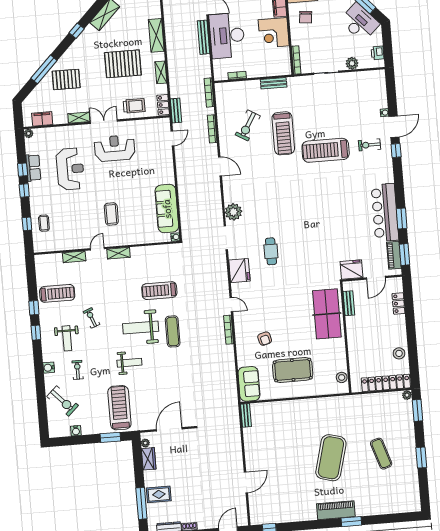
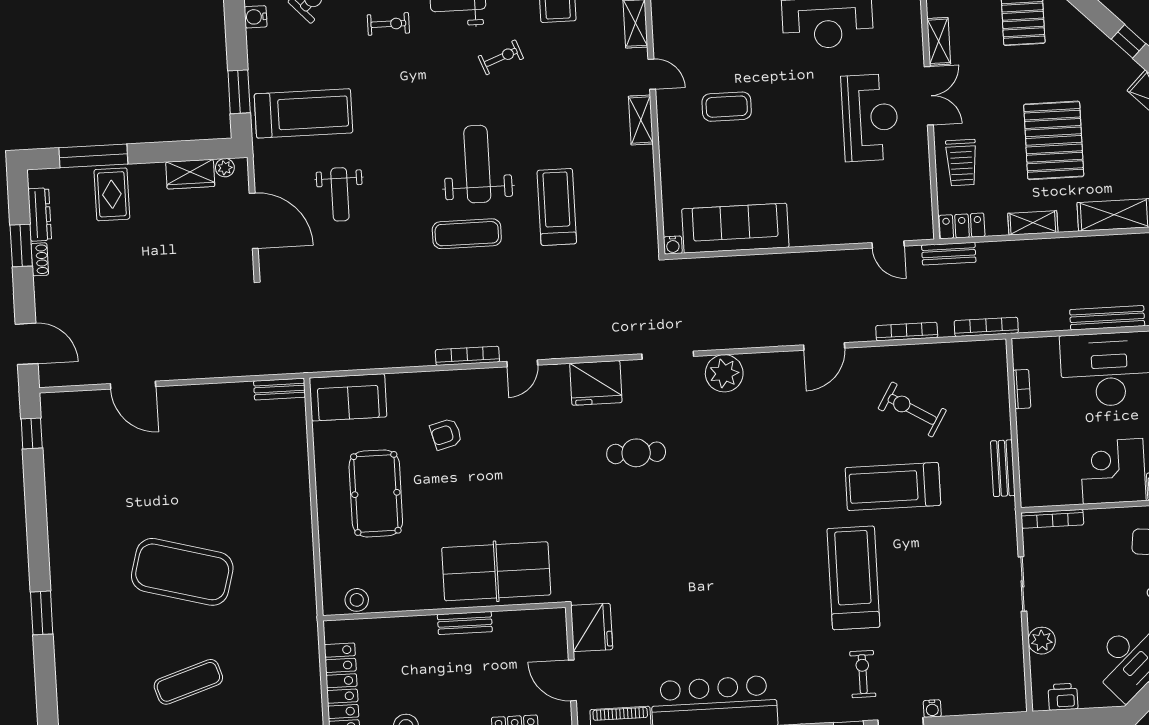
bench: (349, 303) -> (465, 623), moved
weight bench: (129, 363) -> (340, 194), moved
piano: (336, 510) -> (67, 580), removed

